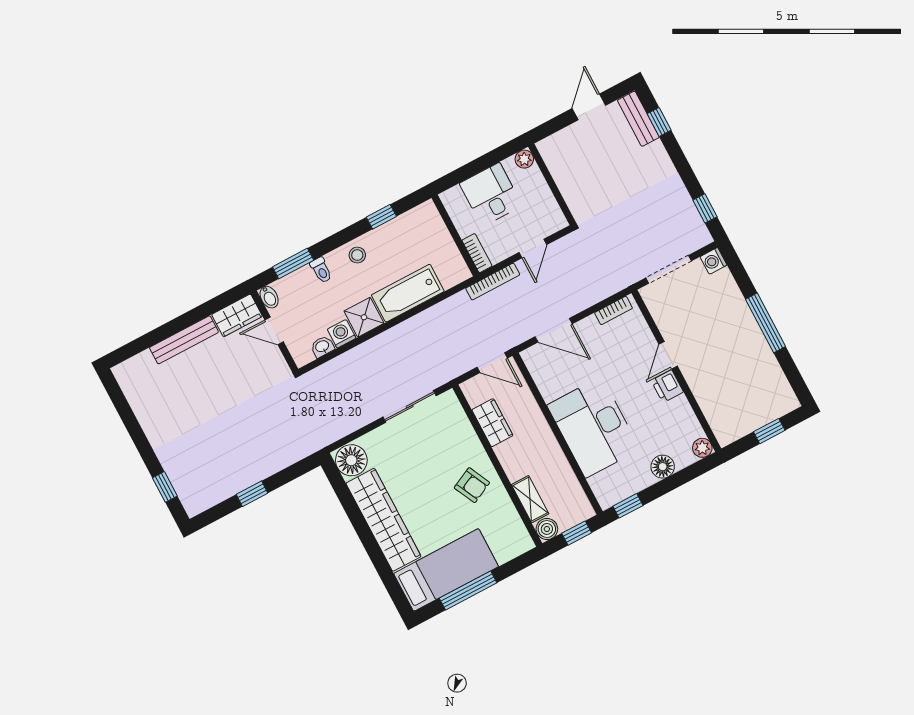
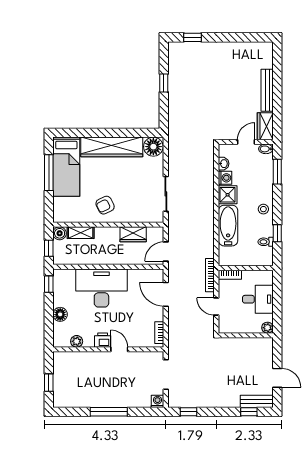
toilet: (321, 270) -> (266, 242), moved
door: (554, 330) -> (166, 294), hinge flipped
plant: (702, 448) -> (77, 341), moved

